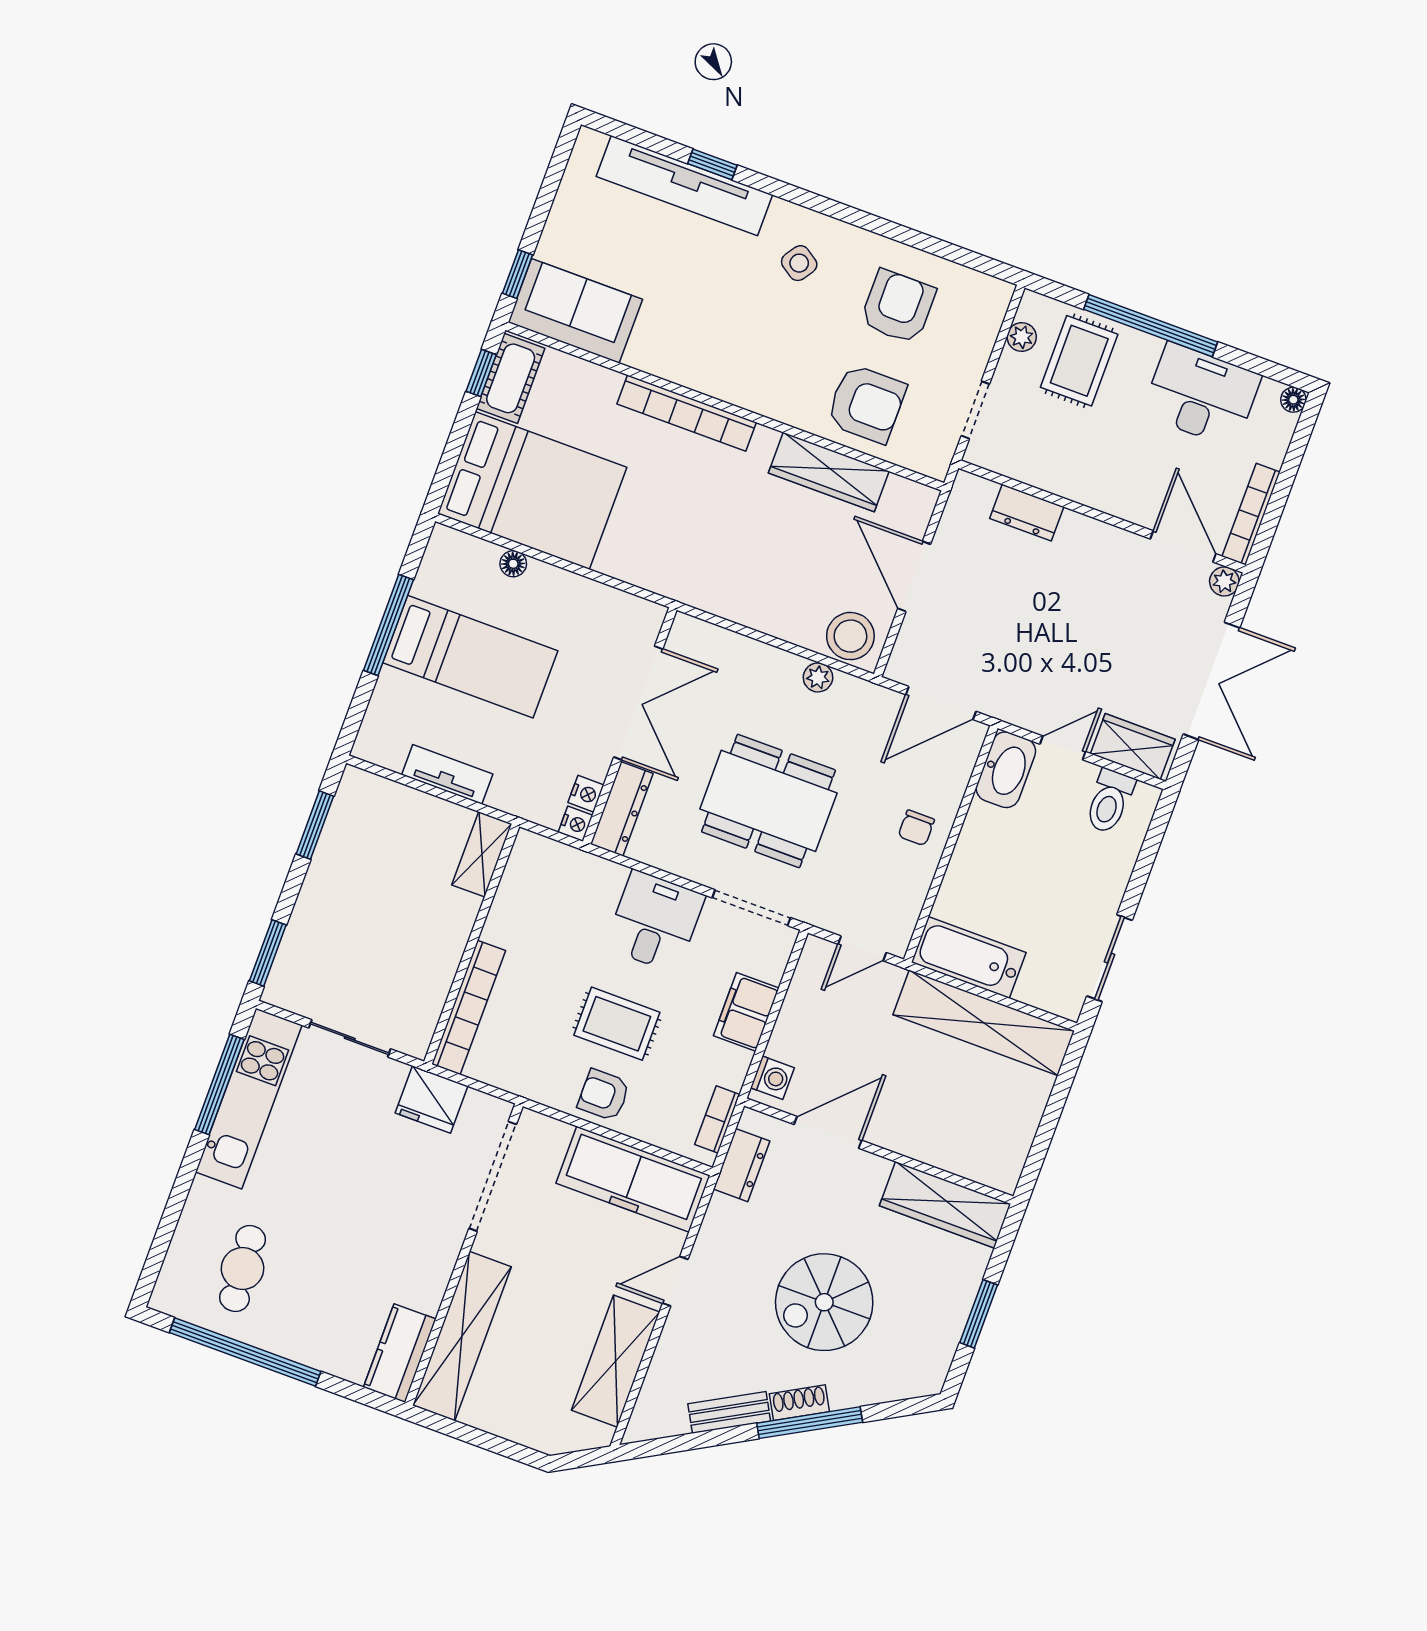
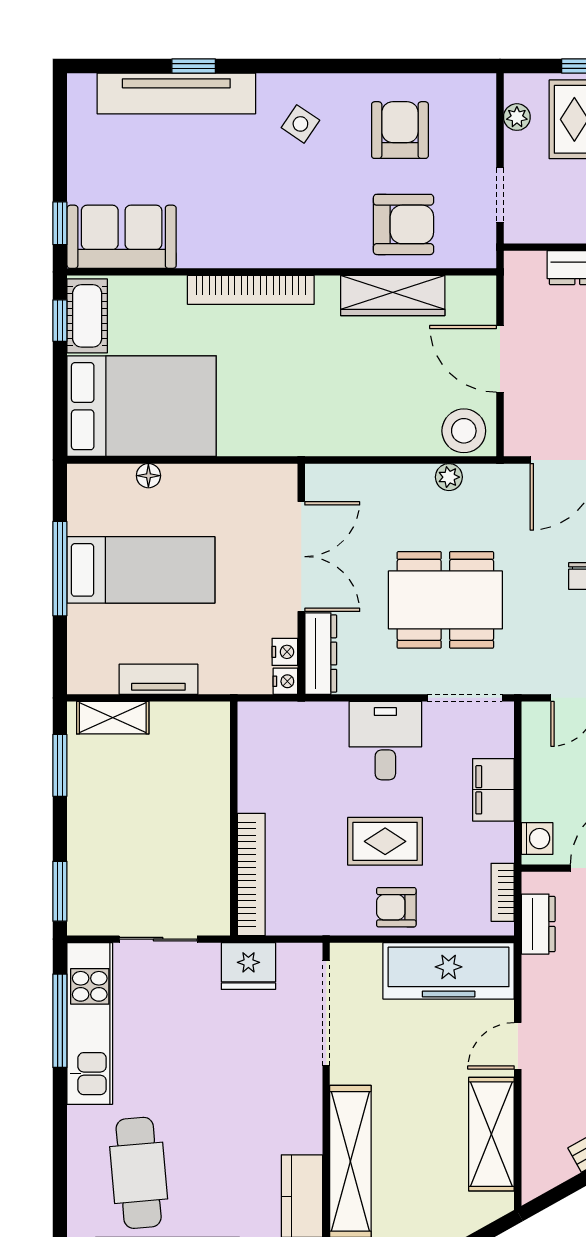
shelving: (482, 854) -> (113, 718), moved, turned 90
cafe table: (243, 1269) -> (139, 1173), width x1.37, depth x1.35

